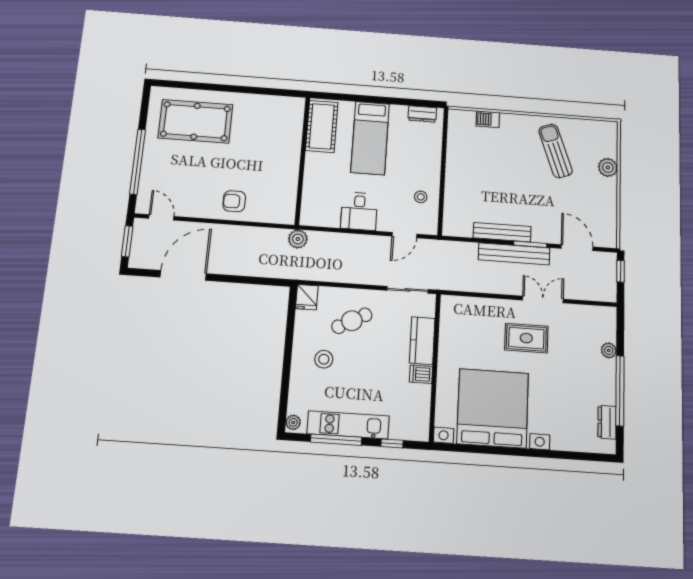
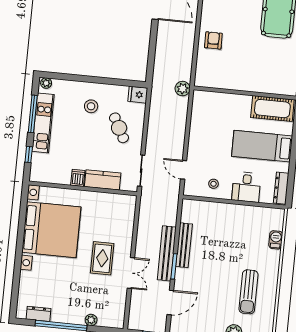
dresser: (422, 114) -> (281, 188), width x1.44
sun lounger: (555, 151) -> (248, 292), turned 110
desk: (359, 211) -> (246, 187), moved, turned -90

